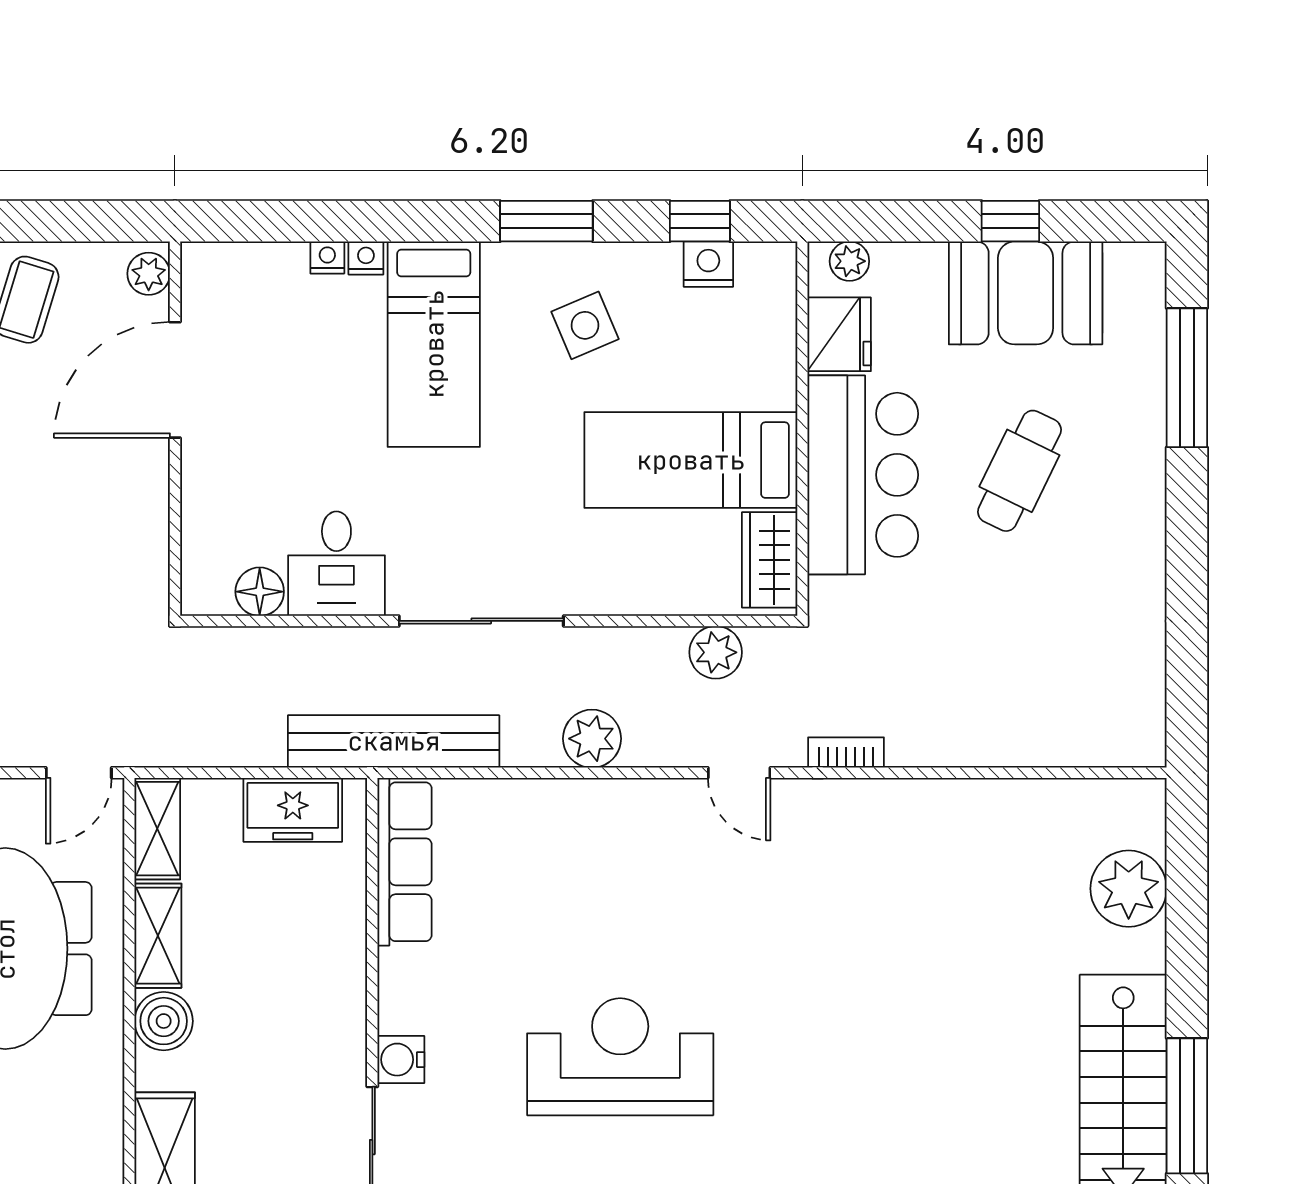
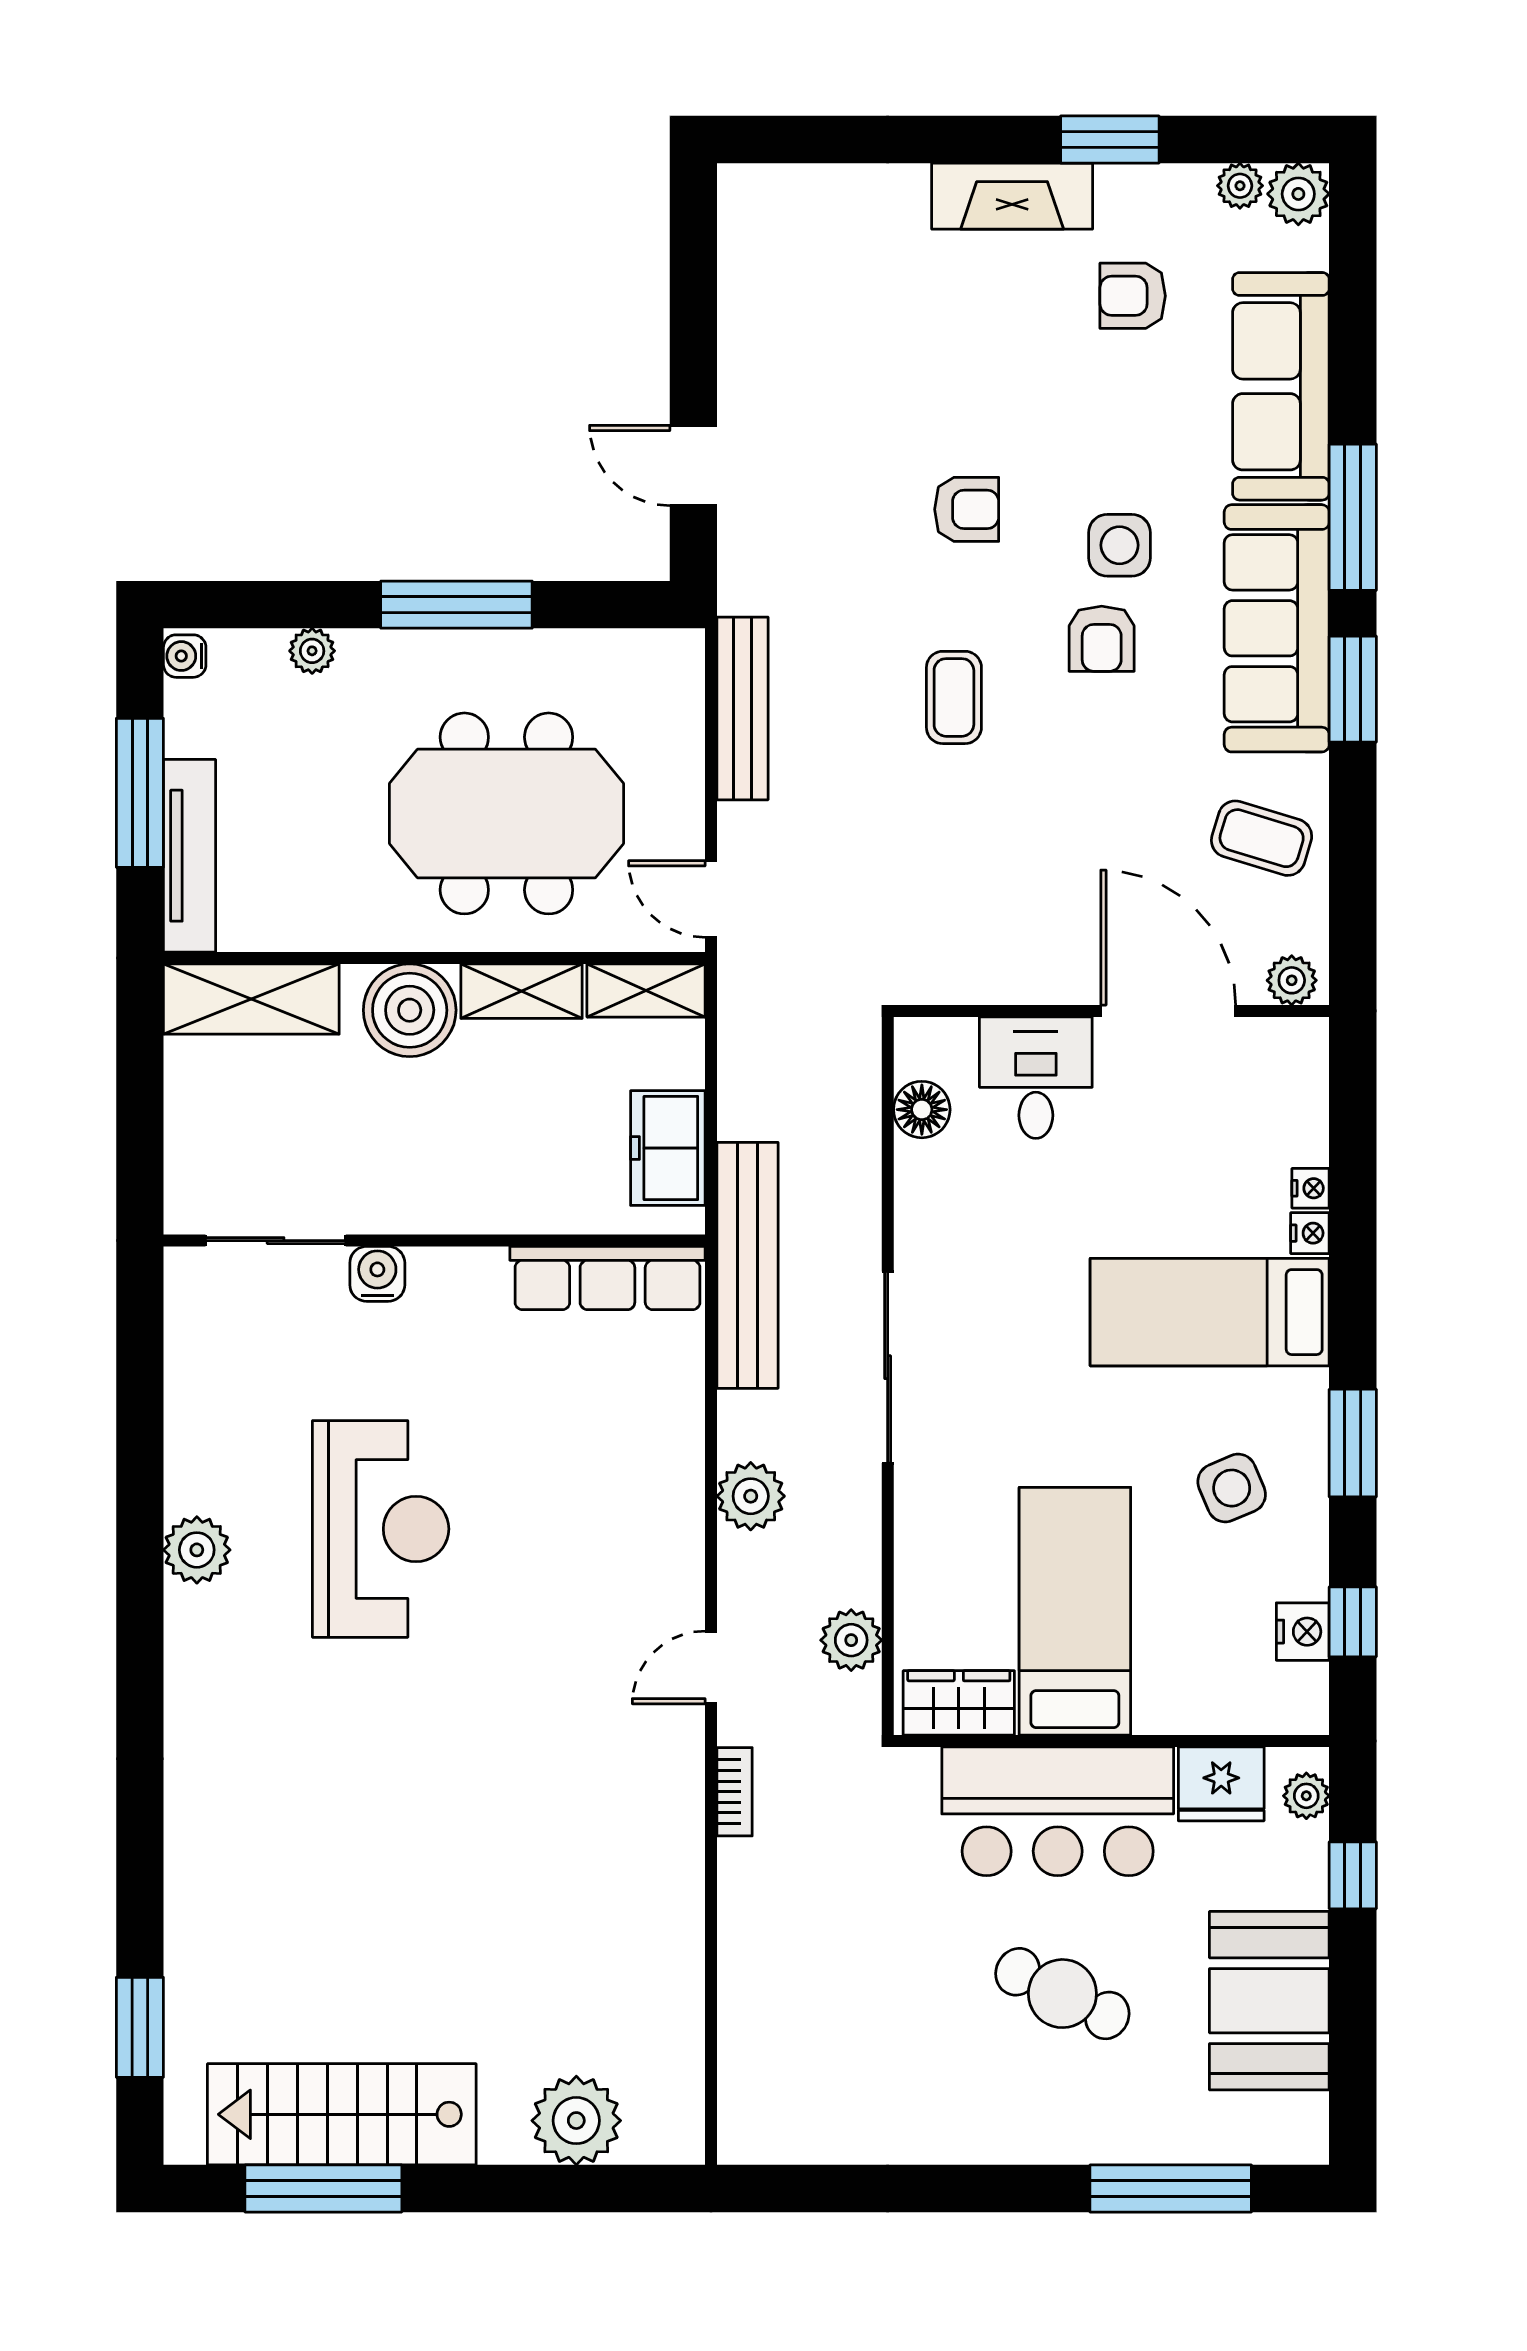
window: (1010, 221) -> (1353, 1875), moved
desk: (336, 564) -> (1036, 1078), moved, turned 90
boiler: (164, 1021) -> (410, 1010), width x1.37, depth x1.37

